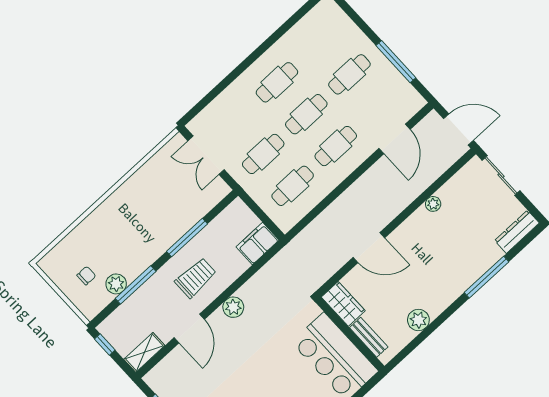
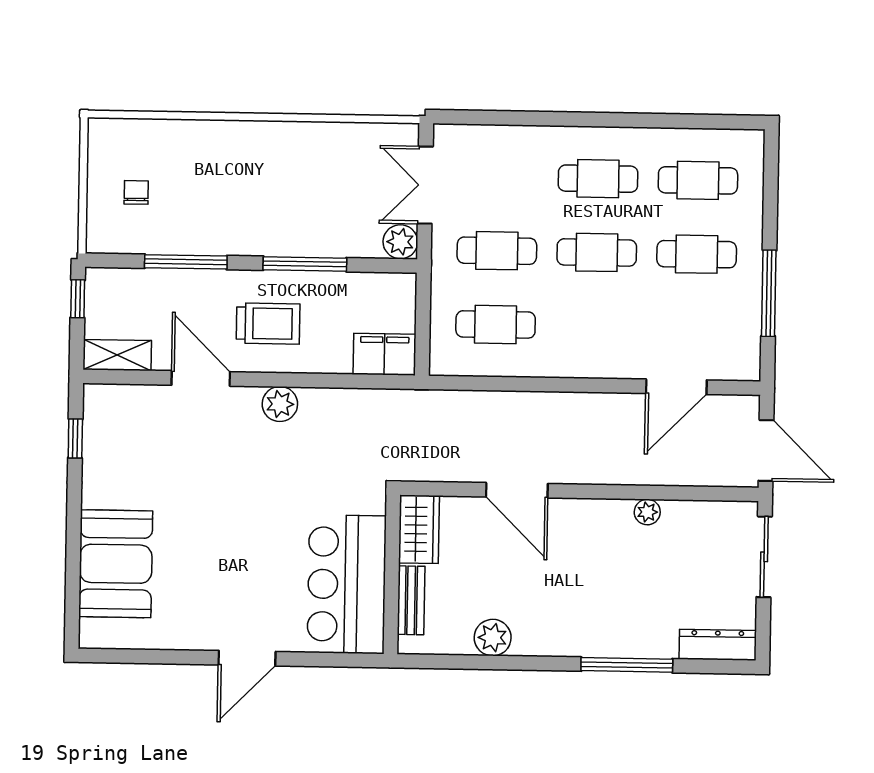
cafe table: (336, 146) -> (698, 180), moved
chair: (86, 276) -> (136, 192), turned -90
plant: (116, 284) -> (400, 242), moved
door: (189, 328) -> (201, 378), swing flipped

